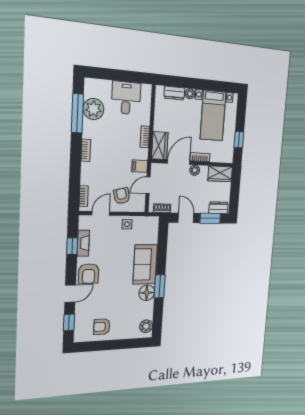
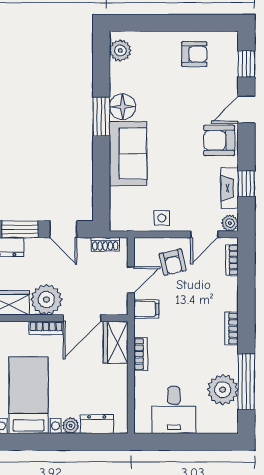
plant: (195, 170) -> (46, 299), width x1.88, depth x1.88
plant: (84, 220) -> (230, 223), added
armchair: (89, 274) -> (219, 140), turned -90

